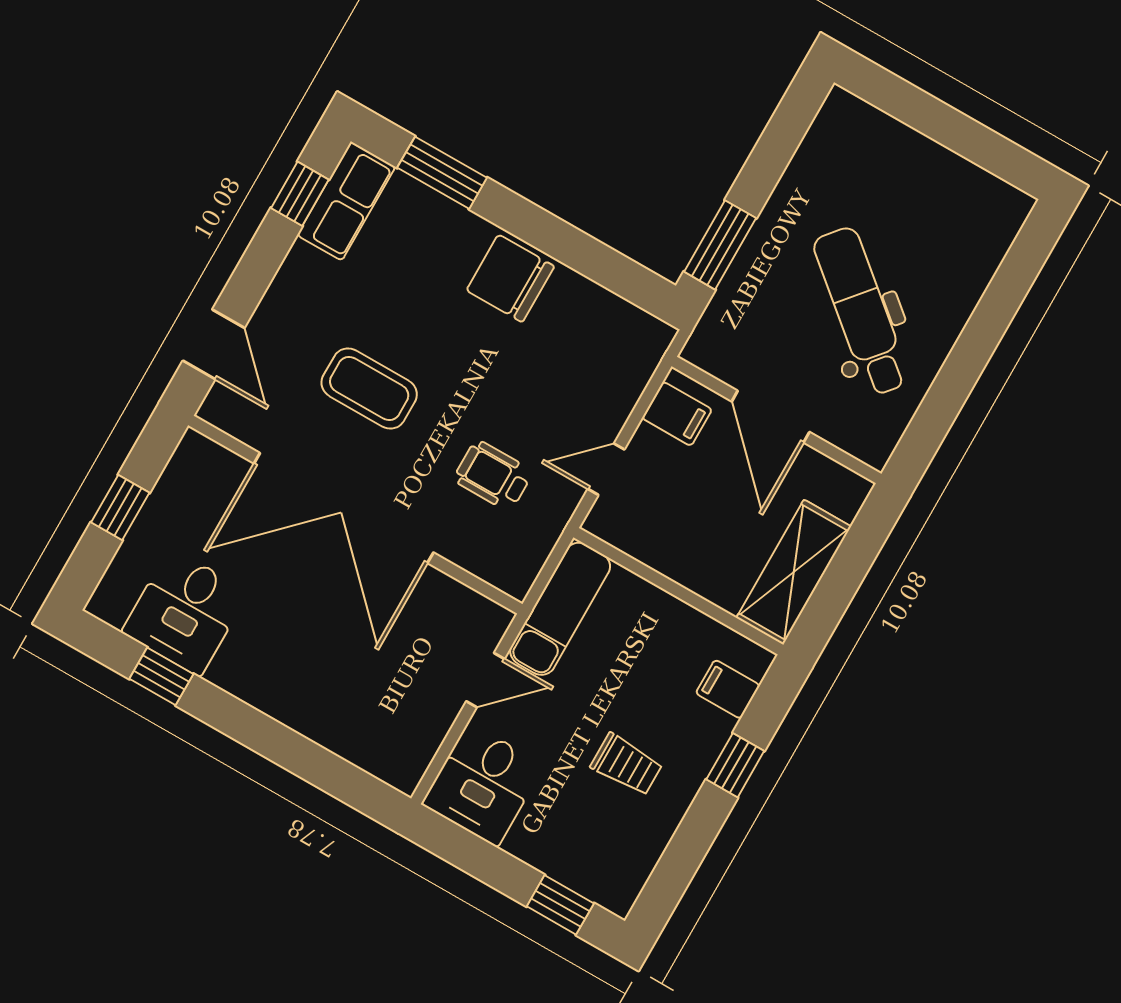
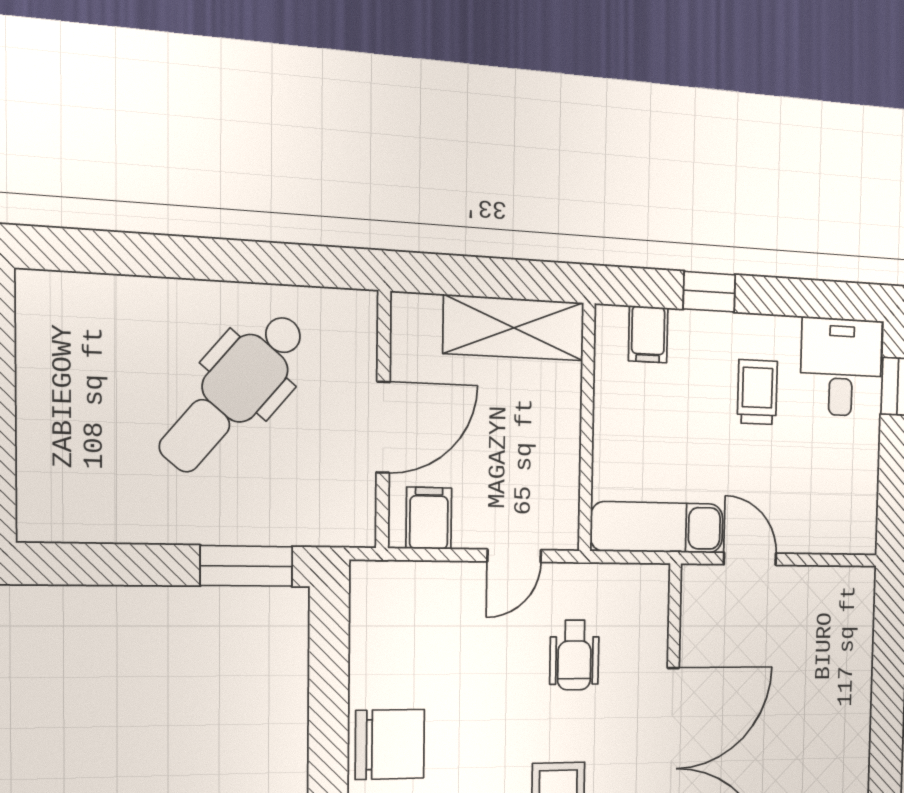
chair: (510, 278) -> (390, 744), turned -90
door: (606, 469) -> (514, 556), hinge flipped
desk: (483, 785) -> (841, 367), moved, turned -90

